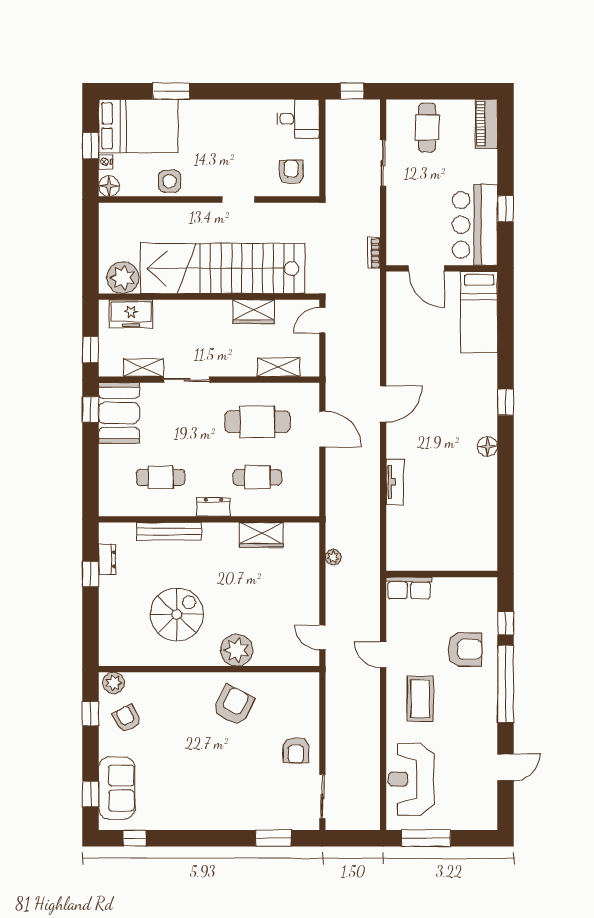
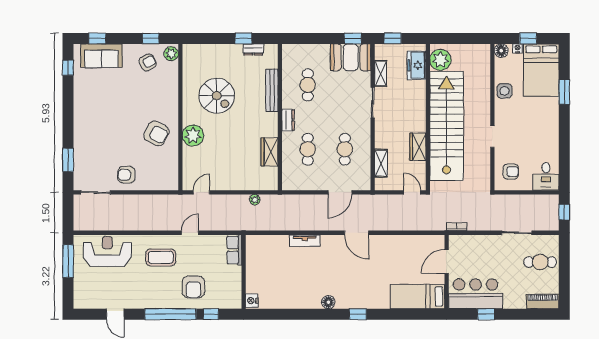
cafe table: (257, 422) -> (345, 149), width x0.73, depth x0.74
nightstand: (485, 562) -> (252, 301), added

